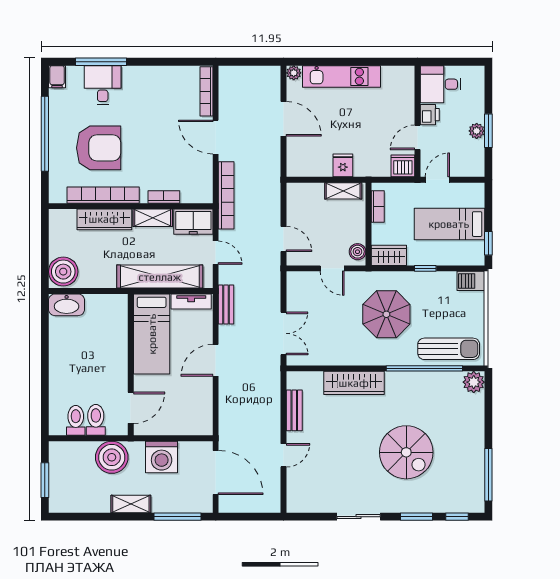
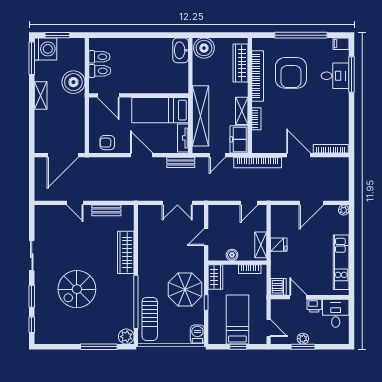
kitchen unit: (341, 77) -> (341, 262), moved
door: (216, 137) -> (299, 155), hinge flipped
door: (437, 180) -> (269, 328), moved
wardrobe: (104, 219) -> (241, 63), moved
door: (284, 239) -> (249, 203), moved
window: (488, 243) -> (238, 347), moved
boiler: (357, 252) -> (232, 255), moved
parasol: (386, 314) -> (185, 289), moved
double door: (284, 333) -> (177, 203), moved
armchair: (198, 409) -> (107, 143), added
washing machine: (162, 457) -> (46, 49), moved, turned 180
window: (488, 475) -> (99, 347), moved
window: (178, 517) -> (32, 58), moved

